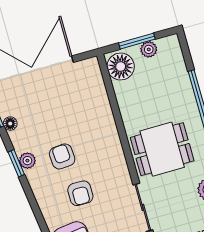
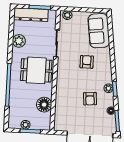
floor lamp: (121, 67) -> (44, 105), moved
armchair: (62, 156) -> (90, 99), moved

